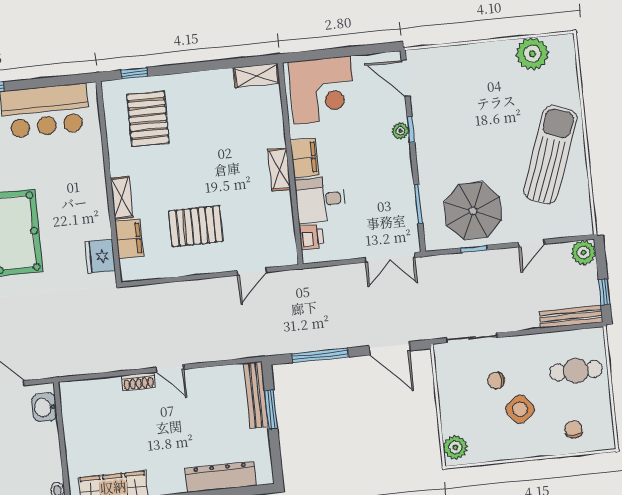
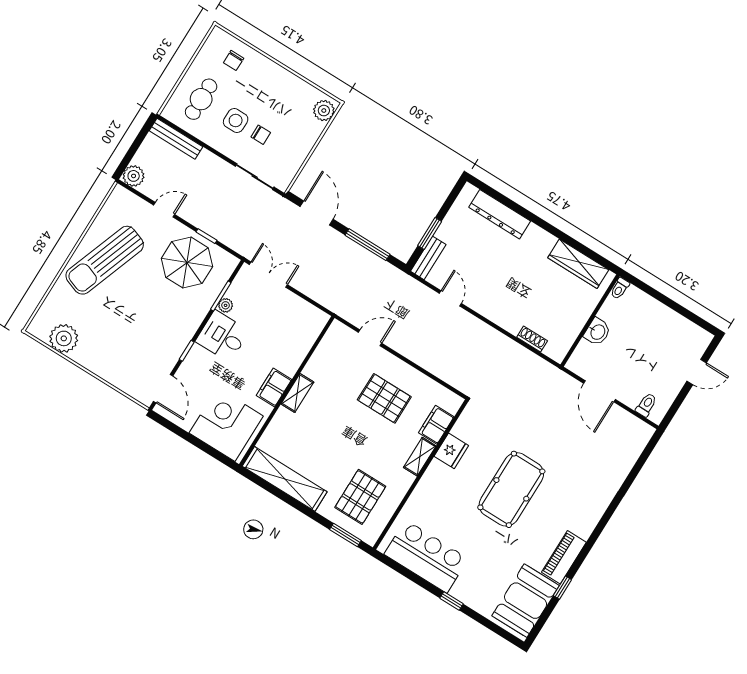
window: (134, 73) -> (345, 535), width x1.50
shelving: (257, 75) -> (285, 479), width x2.20, depth x1.33
plant: (400, 131) -> (226, 305), moved
desk: (320, 200) -> (222, 336), moved, turned 180
printer: (311, 237) -> (311, 330), removed
fridge: (100, 256) -> (451, 451), moved
window: (604, 292) -> (140, 138), removed
door: (170, 368) -> (450, 298), moved
cafe table: (576, 371) -> (201, 99), turned 90
shoe rack: (139, 382) -> (532, 339), moved
bench: (256, 395) -> (428, 258), width x0.73
washbasin: (44, 407) -> (597, 332), moved
side table: (520, 409) -> (236, 121), moved, turned 37

